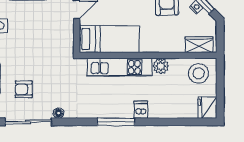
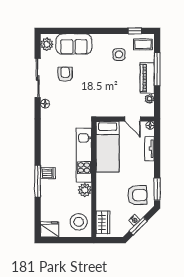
window: (116, 122) -> (38, 181), moved

